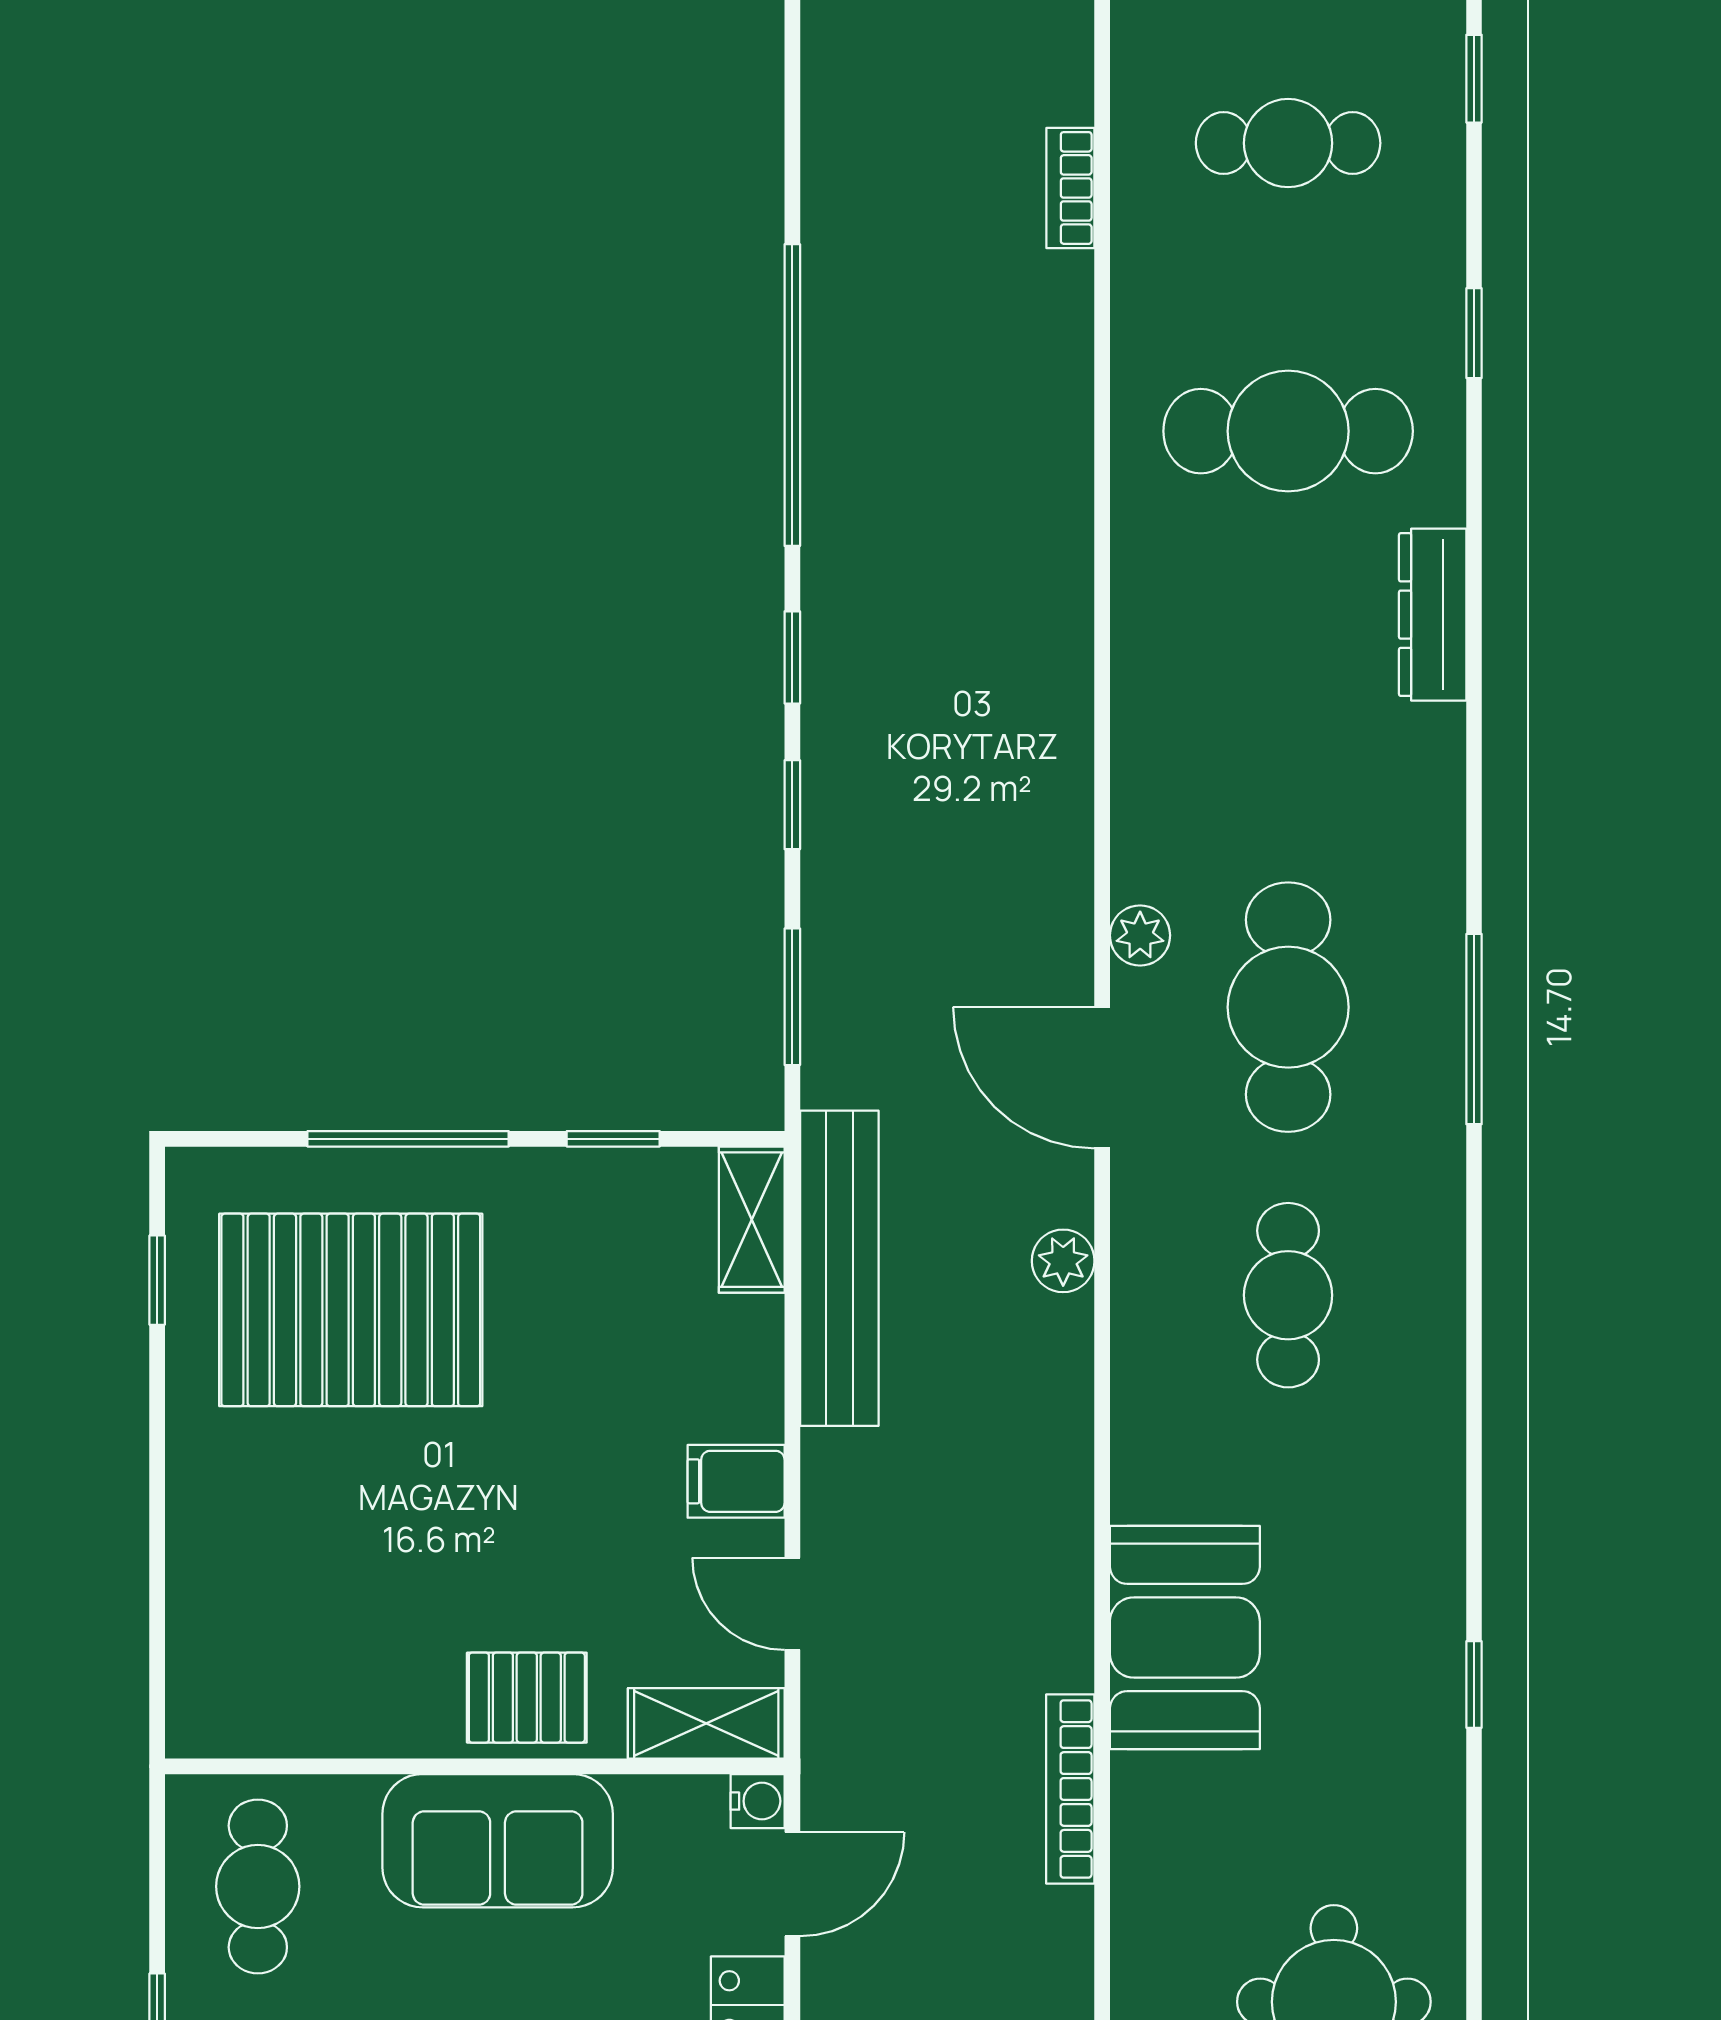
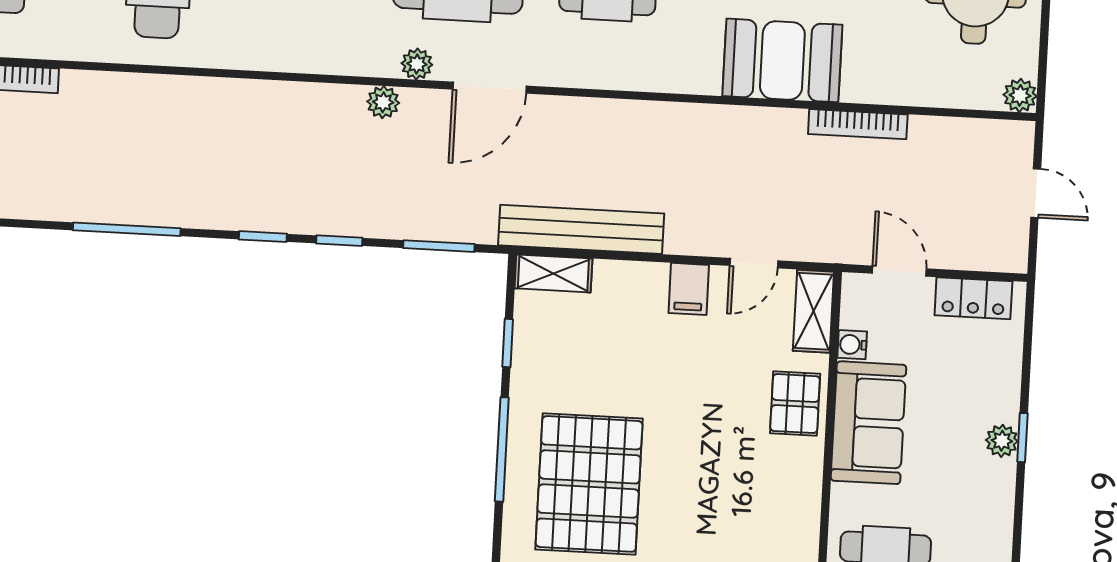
window: (792, 395) -> (127, 229), width x0.68
plant: (1063, 1261) -> (383, 102), moved
water cooler: (758, 1801) -> (852, 345), moved, turned -90

